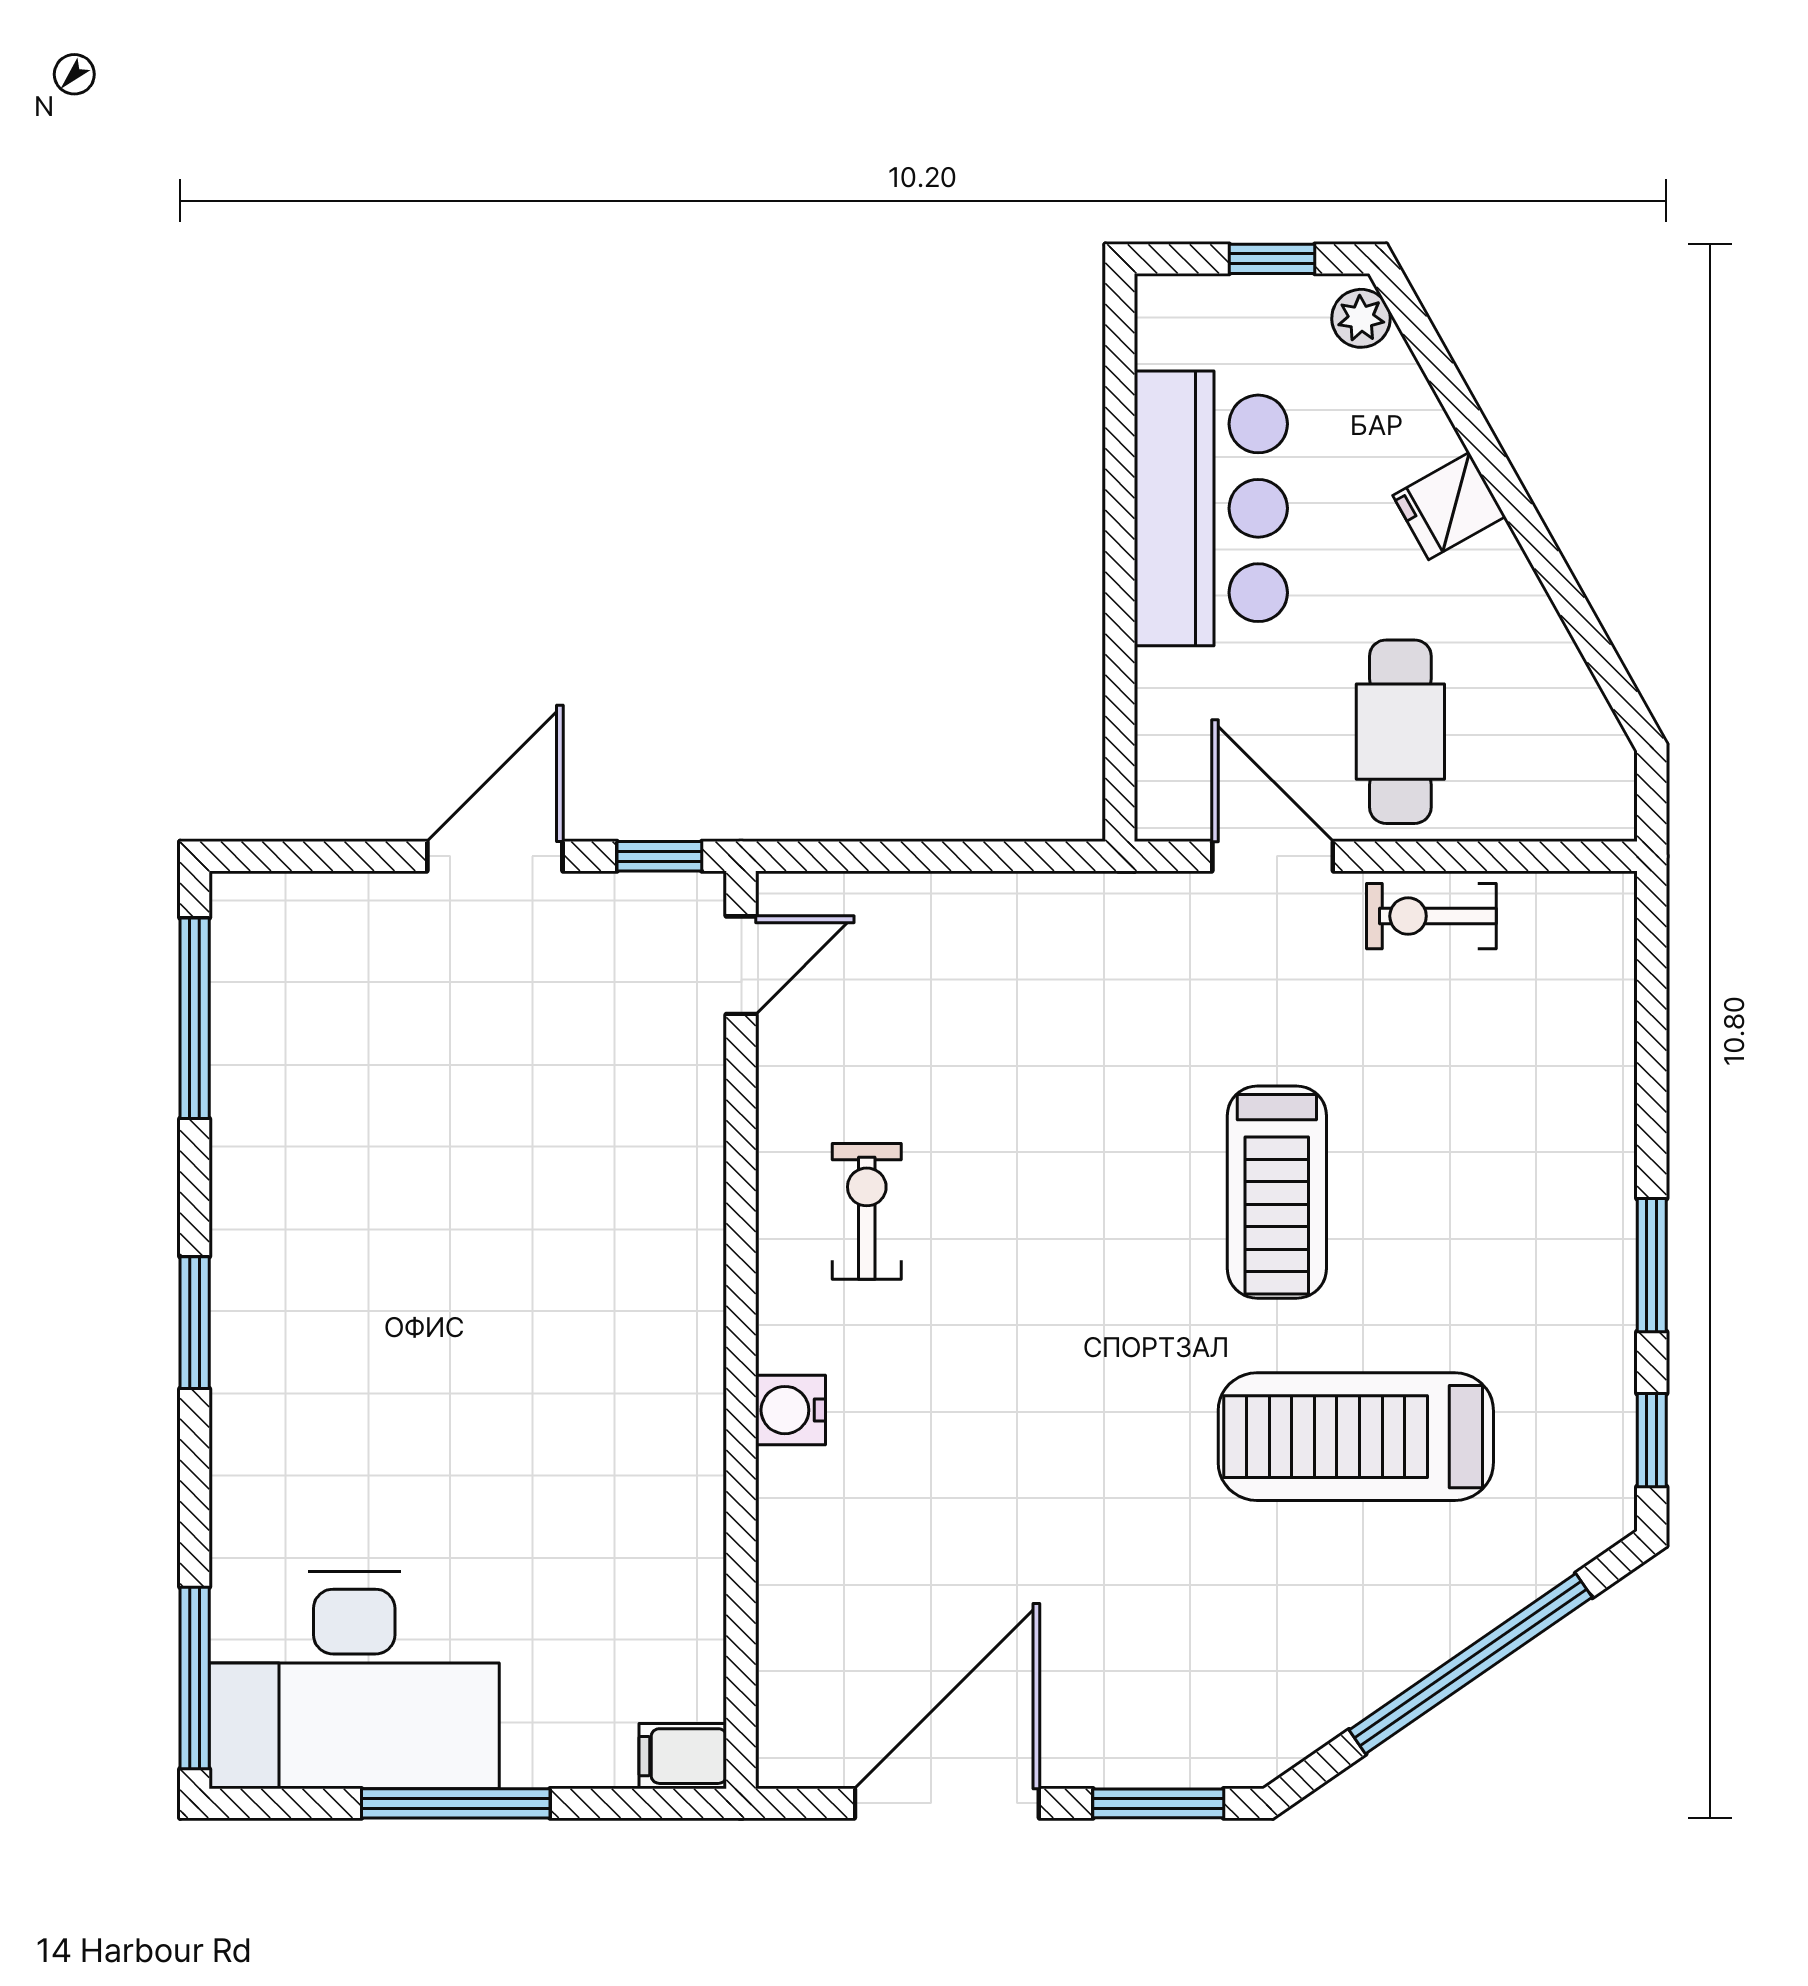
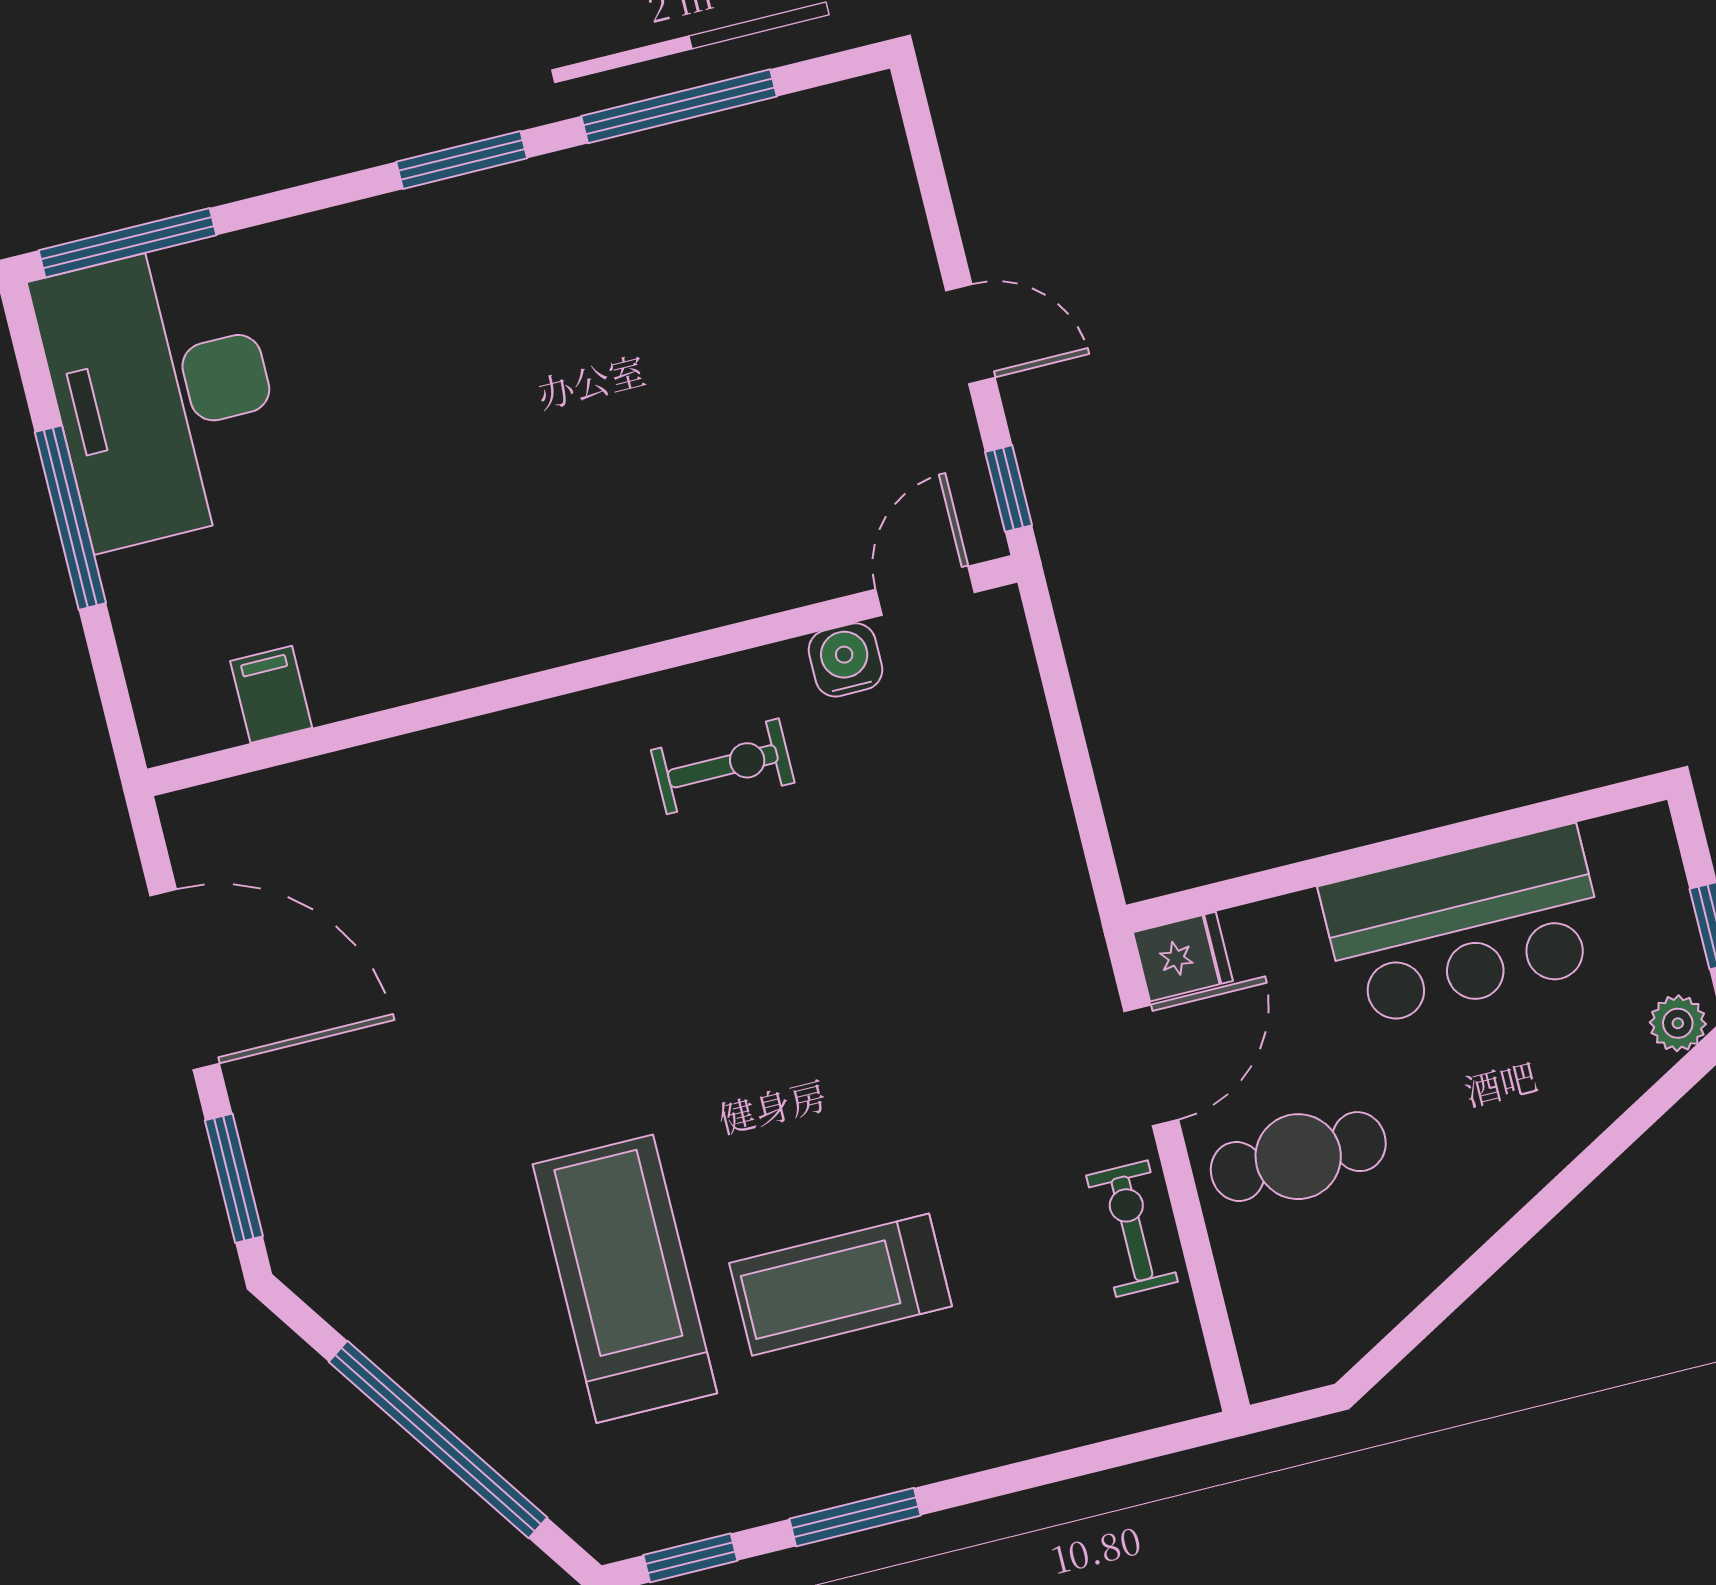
fridge: (1449, 506) -> (1183, 957), moved, turned 119
door: (495, 856) -> (970, 334), width x0.73
door: (741, 965) -> (925, 591), swing flipped
window: (195, 1018) -> (679, 106), moved
treadmill: (1277, 1192) -> (841, 1285), moved
water cooler: (791, 1410) -> (845, 660), moved
filing cabinet: (683, 1756) -> (271, 694), moved

